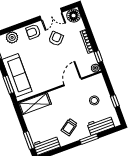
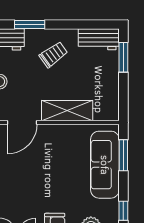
armchair: (56, 39) -> (23, 199), removed
shelving: (35, 104) -> (67, 111), moved

